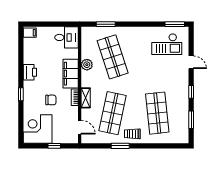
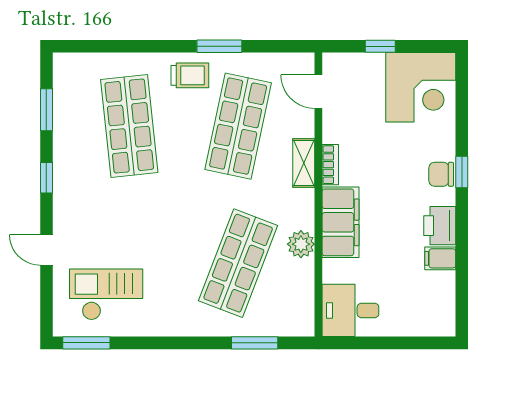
filing cabinet: (30, 33) -> (440, 258), moved
shop shelf: (113, 57) -> (238, 263), turned 39
chair: (51, 100) -> (441, 174), moved

